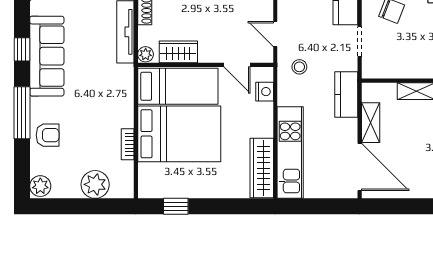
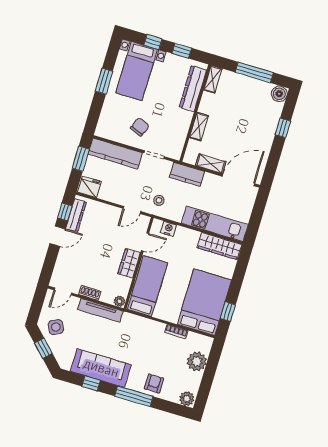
wardrobe: (178, 52) -> (129, 263), moved
bed: (179, 134) -> (204, 302), moved

